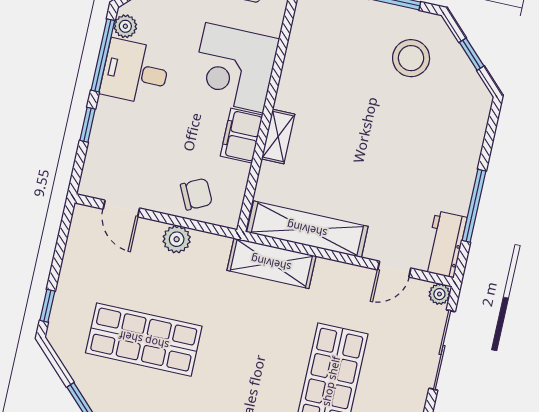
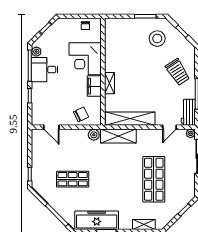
trolley: (441, 146) -> (178, 72), added
plant: (177, 239) -> (94, 135), moved
shop shelf: (144, 340) -> (73, 179), width x0.70, depth x0.74

